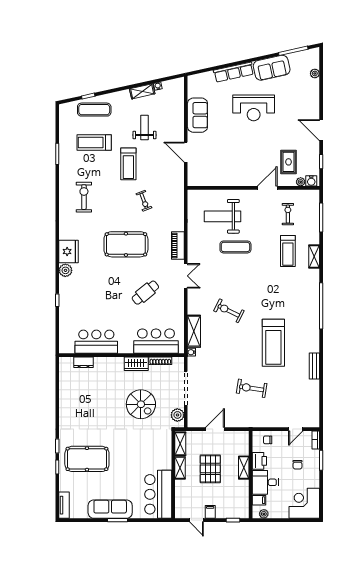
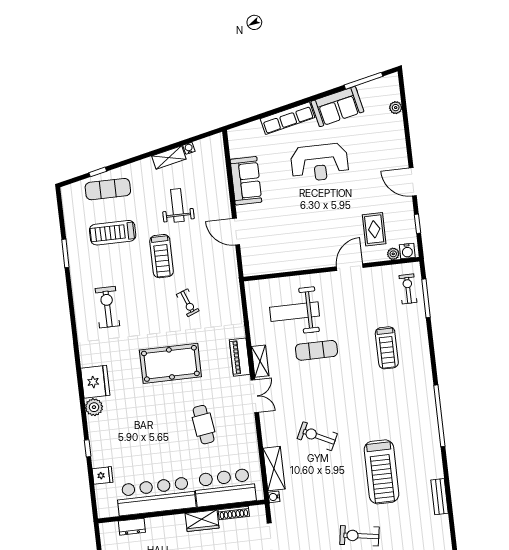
exercise bike: (288, 214) -> (408, 289), moved
shelving: (314, 256) -> (260, 361), moved
cafe table: (145, 293) -> (204, 425), turned -59
fridge: (66, 322) -> (103, 475), added
bar counter: (96, 342) -> (156, 496), width x1.36

